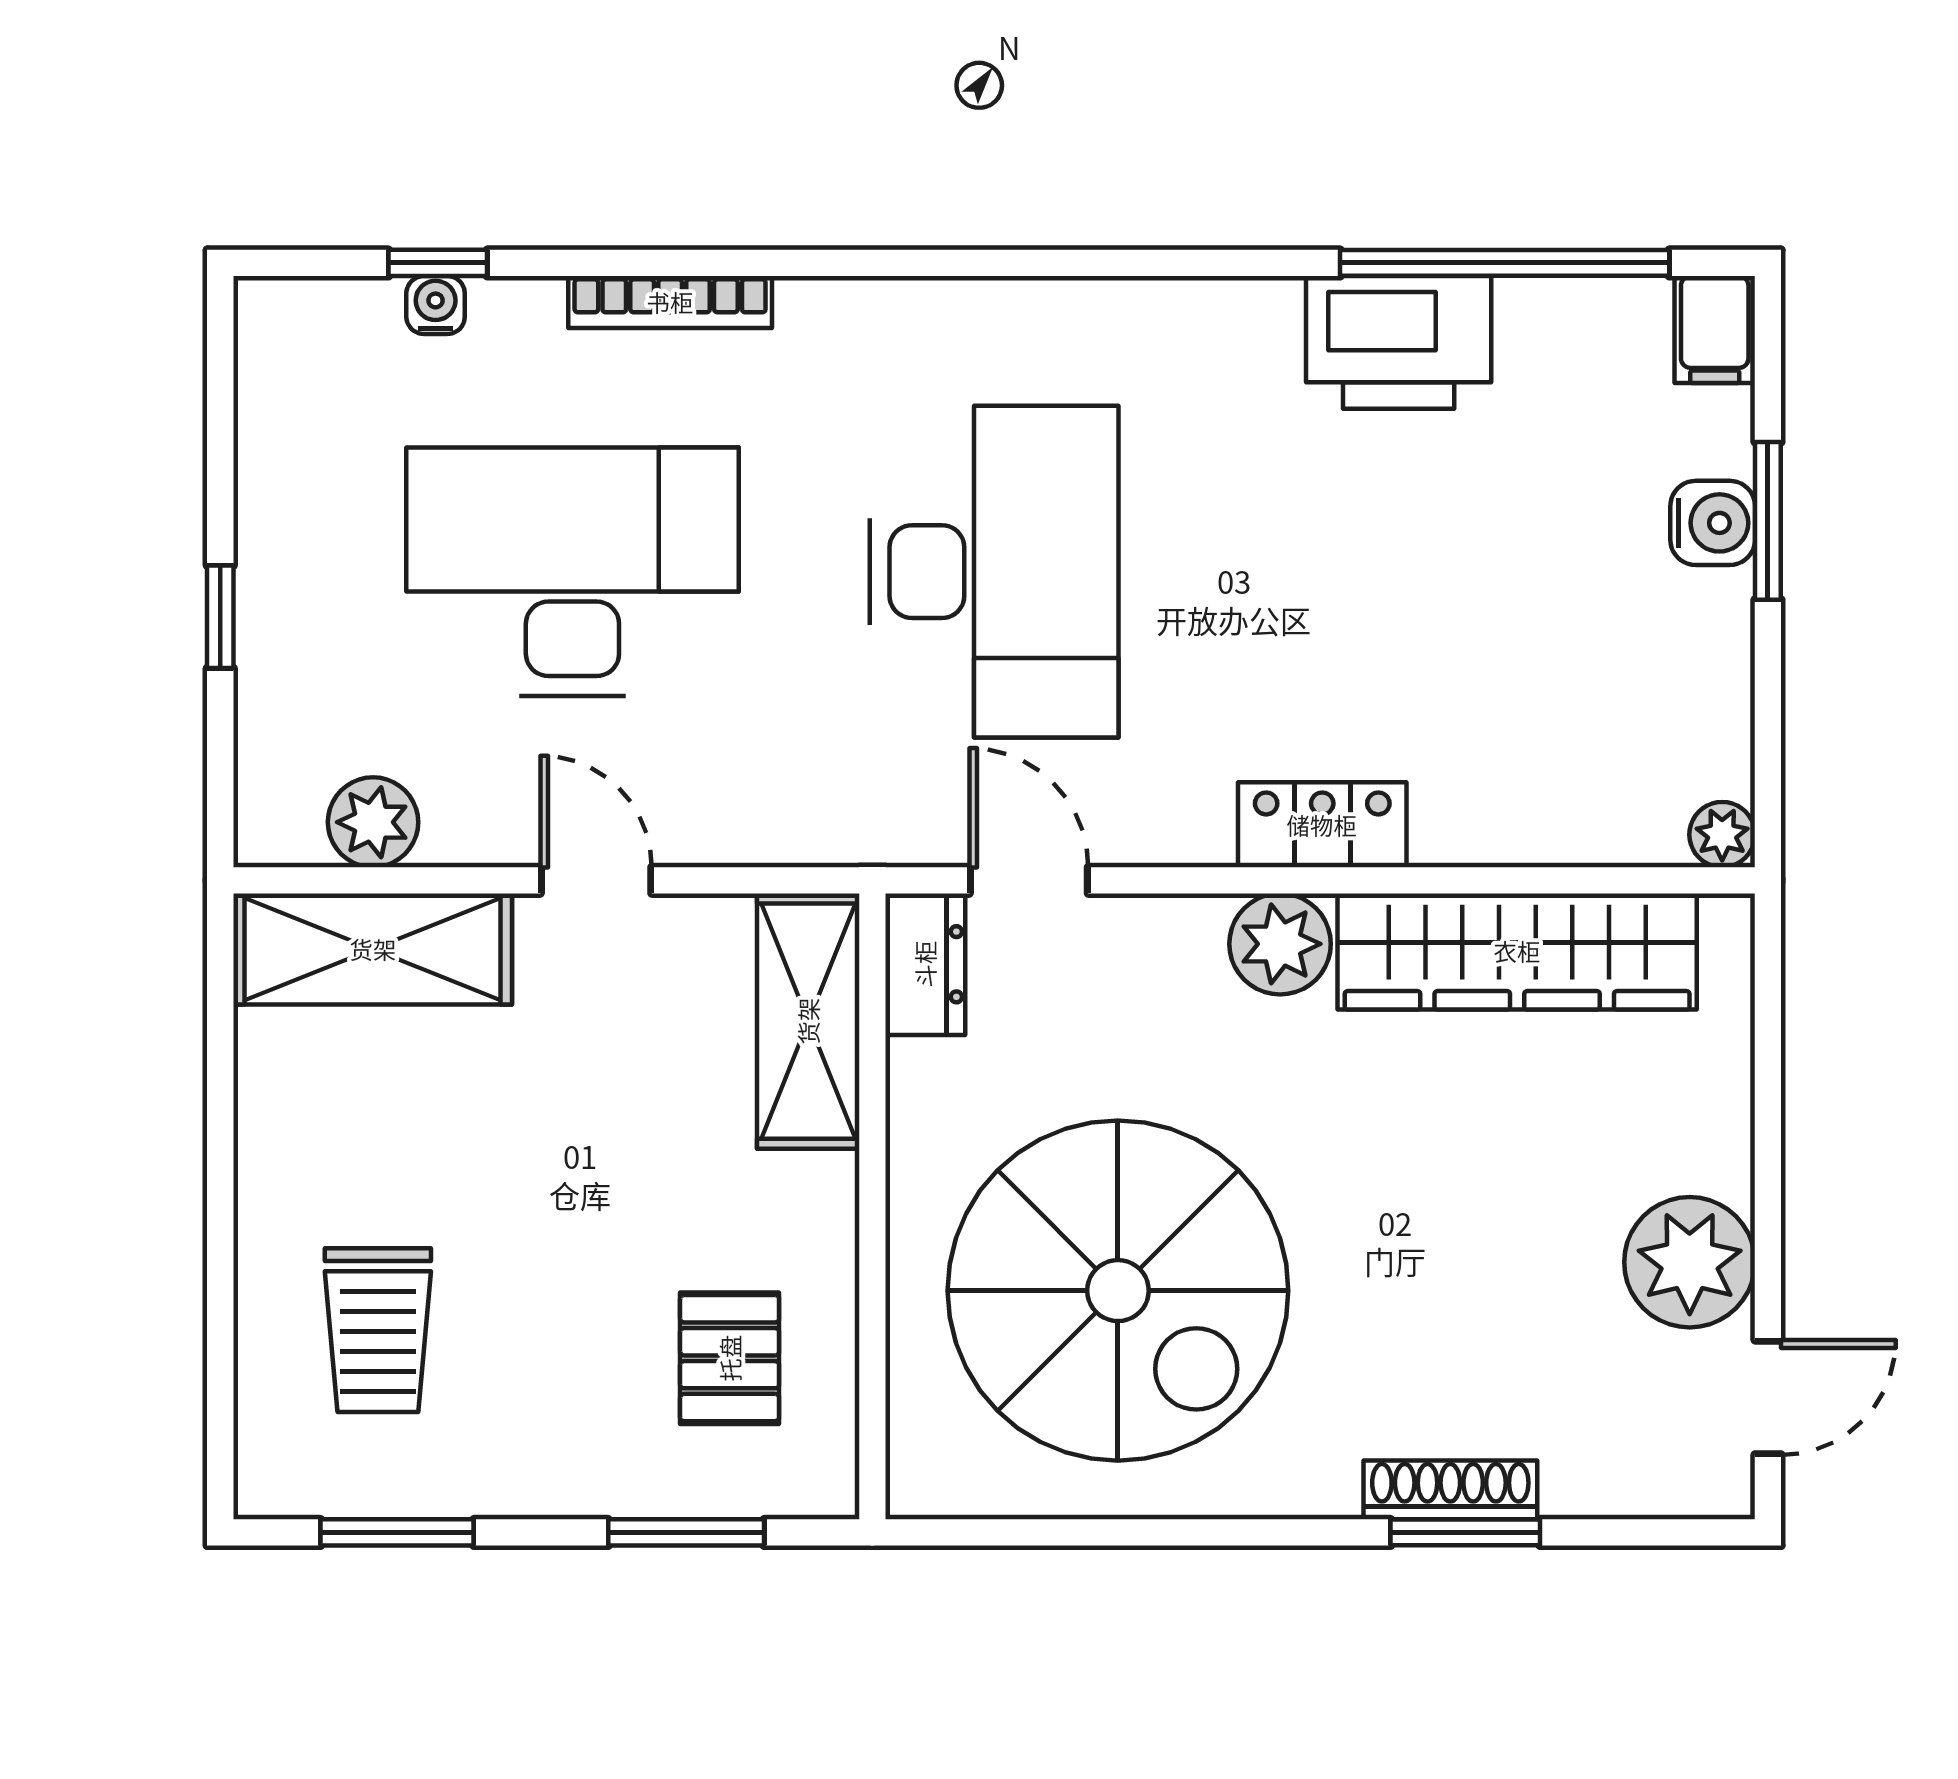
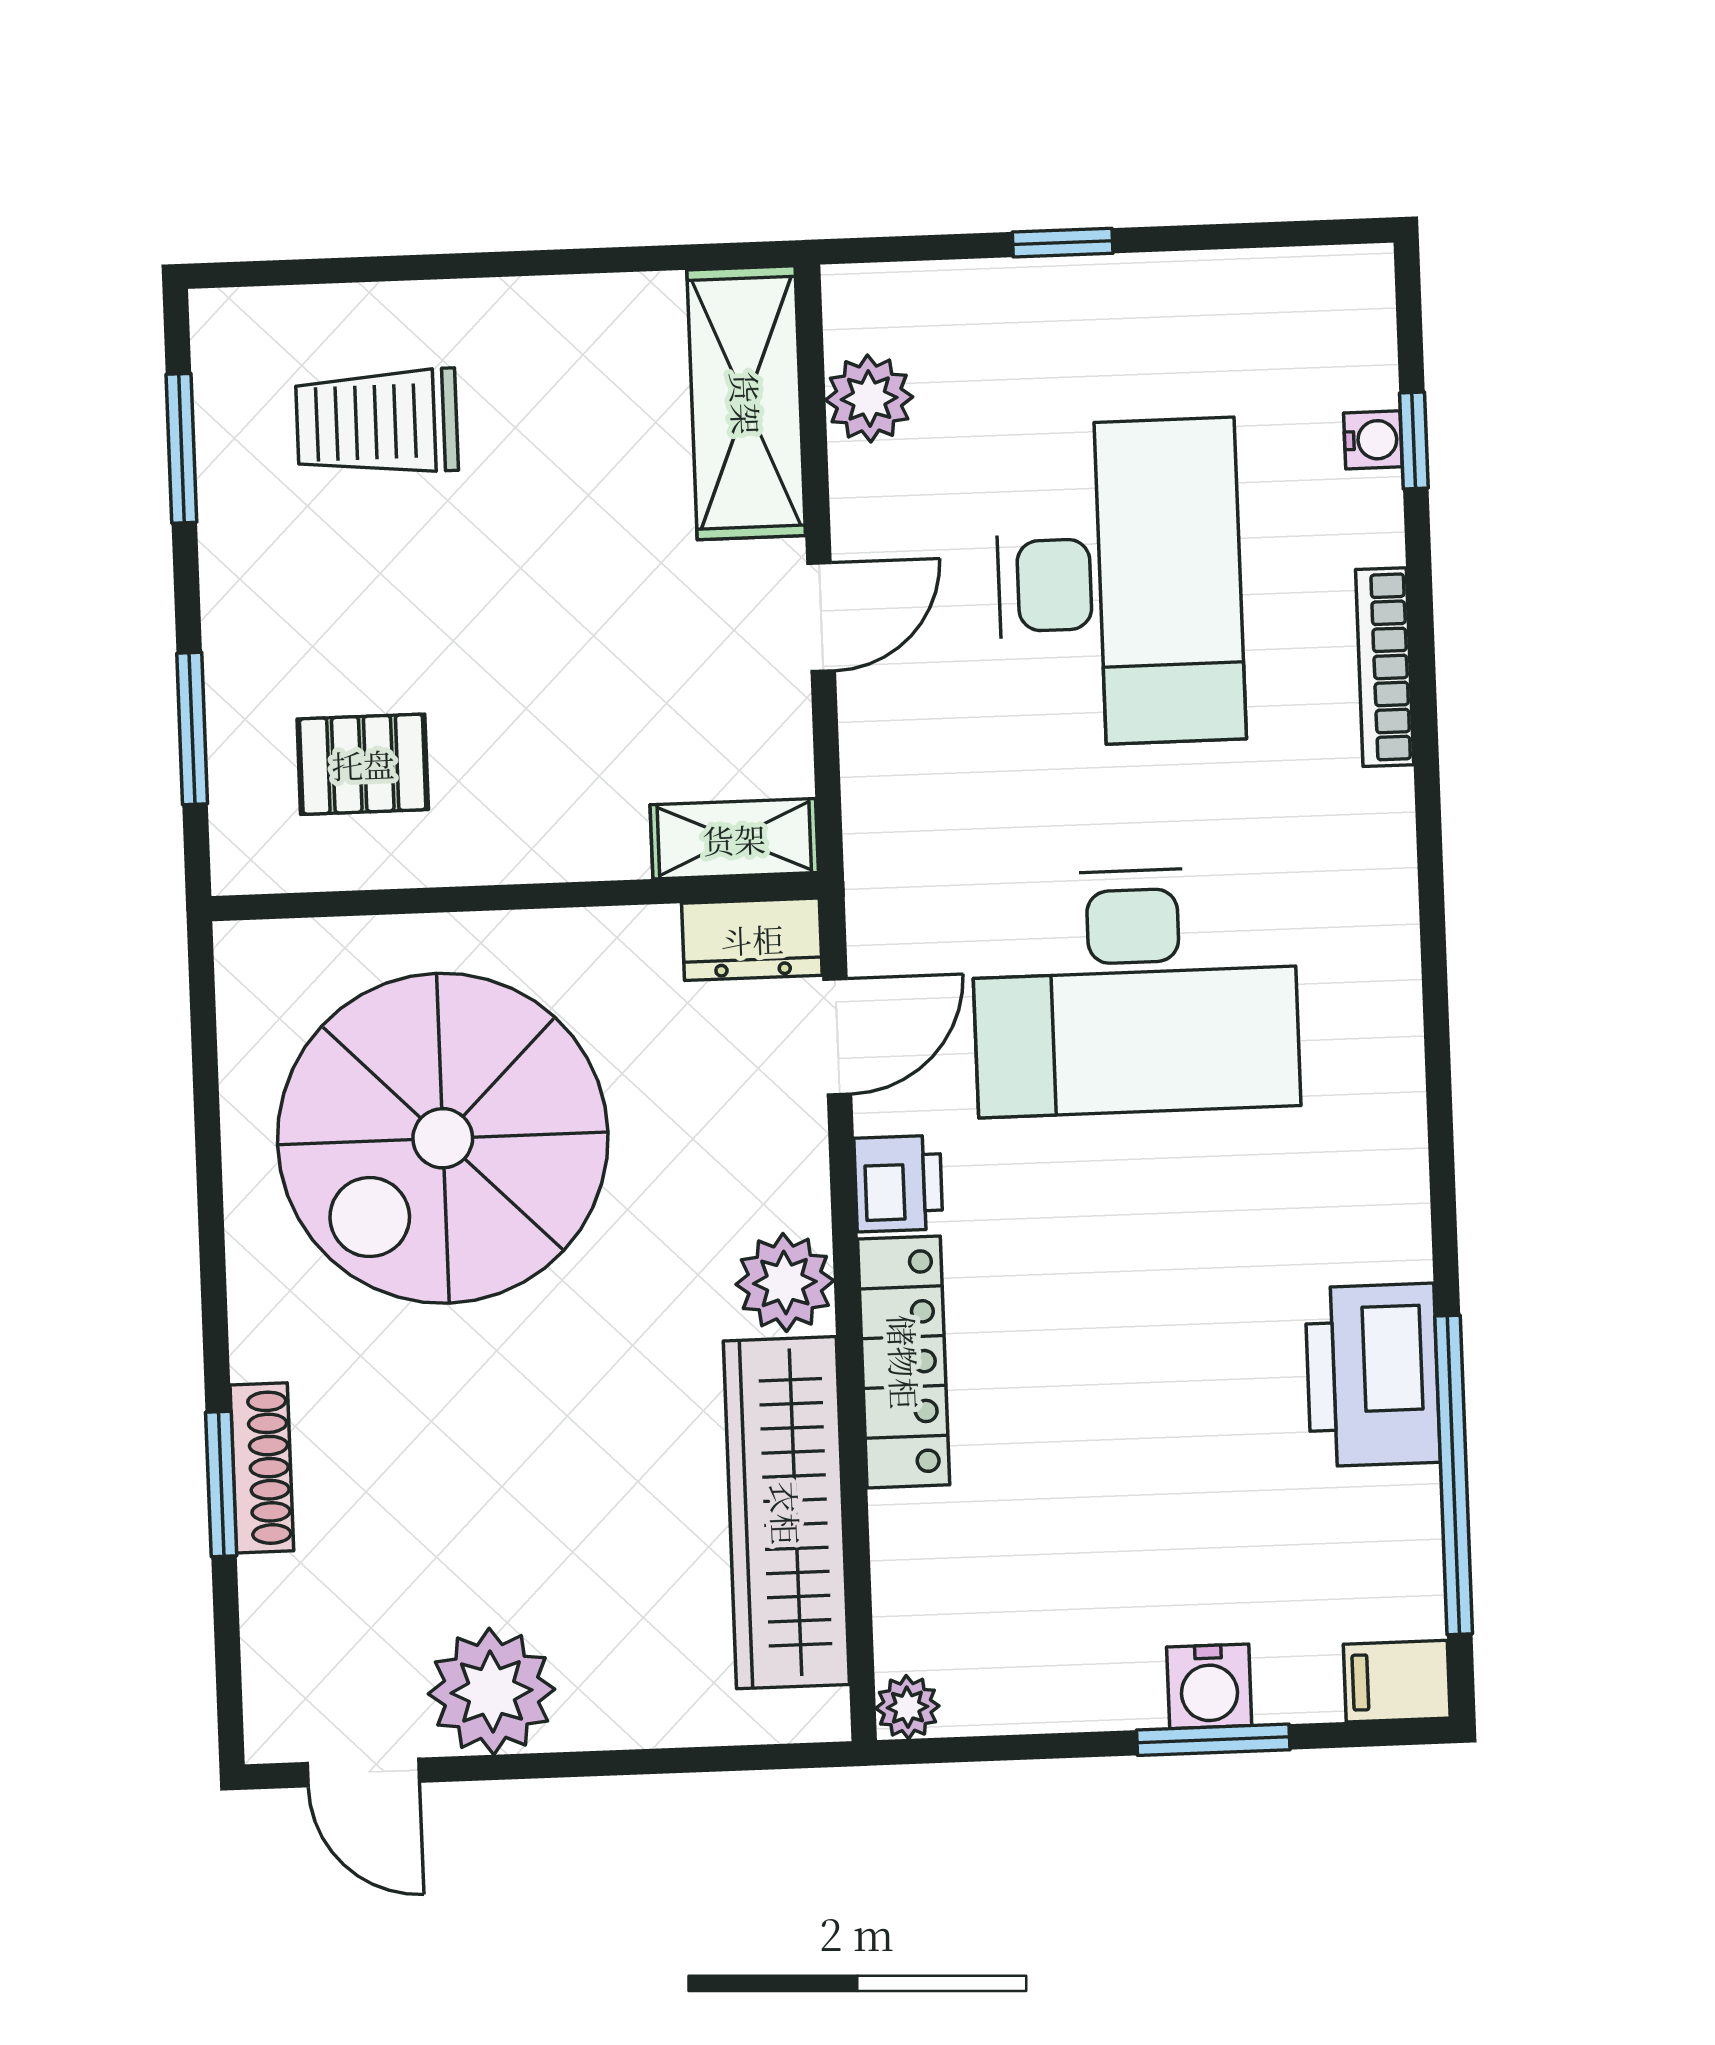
printer: (1183, 823) -> (898, 1184), added
locker: (1322, 825) -> (904, 1362), width x1.53
shelving: (808, 1021) -> (734, 839), width x0.67, depth x0.75

